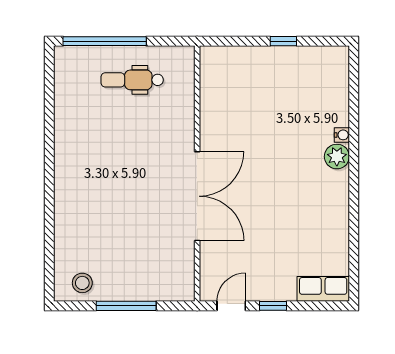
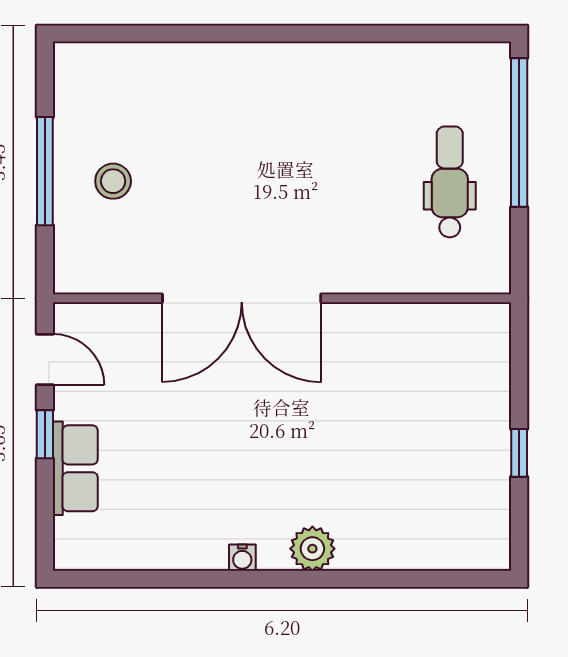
water cooler: (342, 135) -> (242, 558), moved
stool: (82, 283) -> (113, 181), moved
row of seats: (323, 289) -> (75, 468), moved

